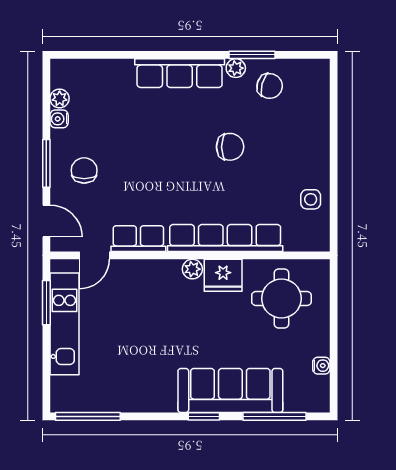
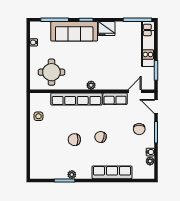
row of seats: (180, 73) -> (112, 172), moved
chair: (270, 86) -> (101, 137), moved
fridge: (223, 275) -> (107, 29), moved, turned 180
kitchen unit: (64, 324) -> (148, 44), moved

